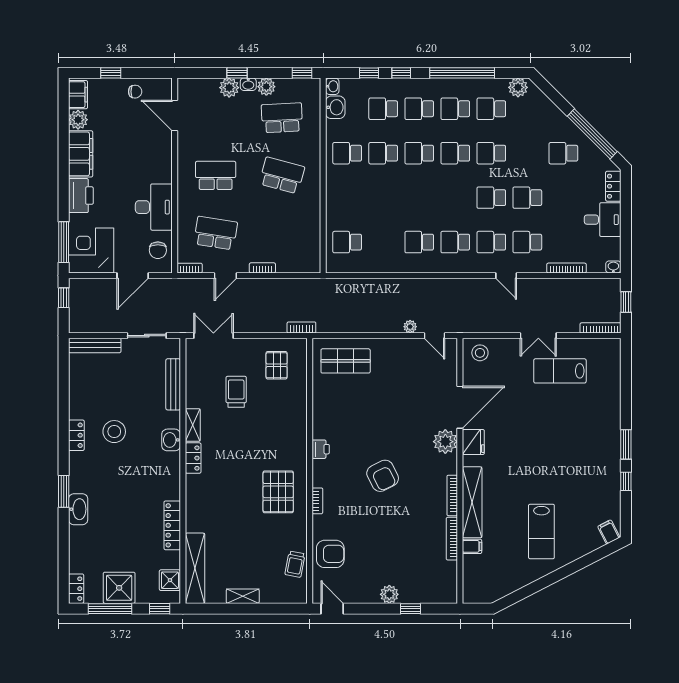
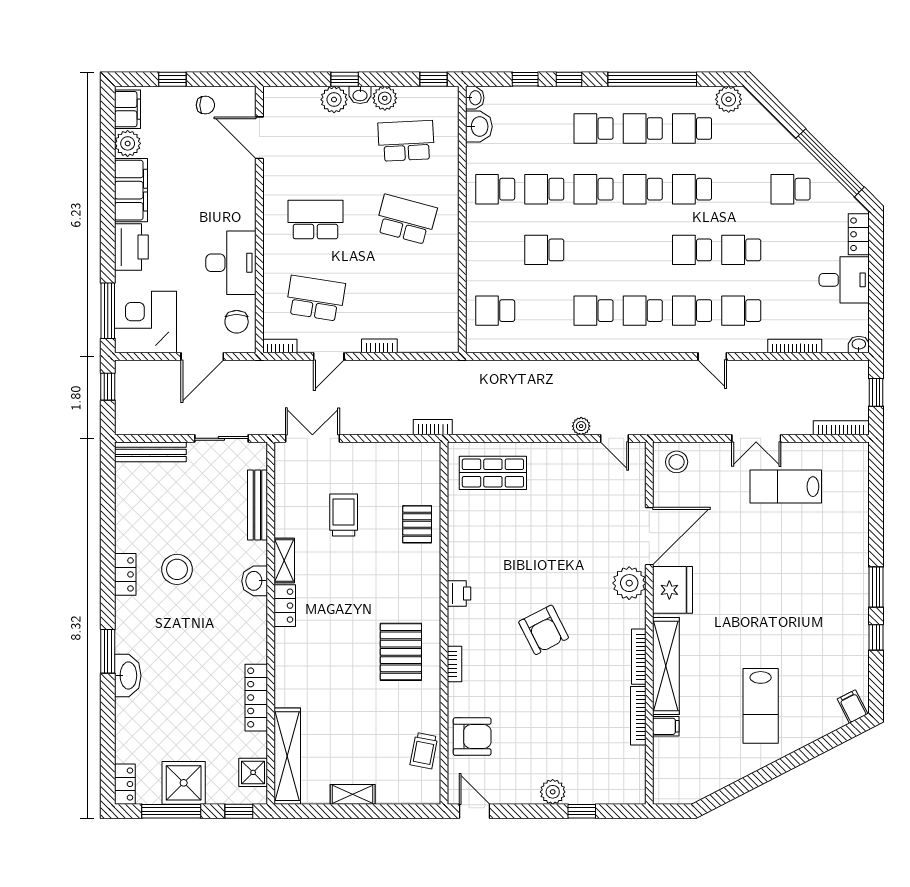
school desk: (383, 109) -> (544, 250), moved
pallet: (277, 365) -> (417, 524), moved
fridge: (473, 442) -> (673, 590), width x1.36, depth x1.34

